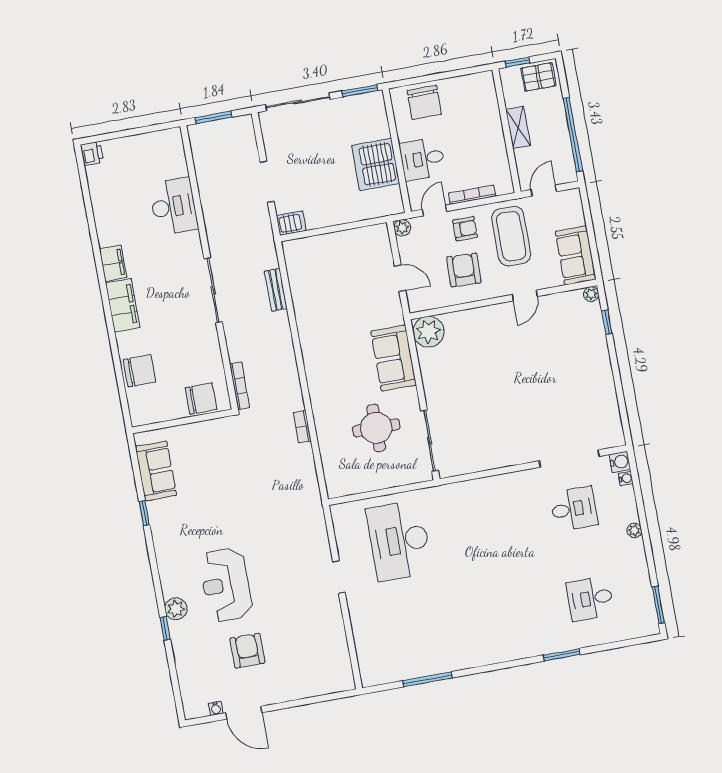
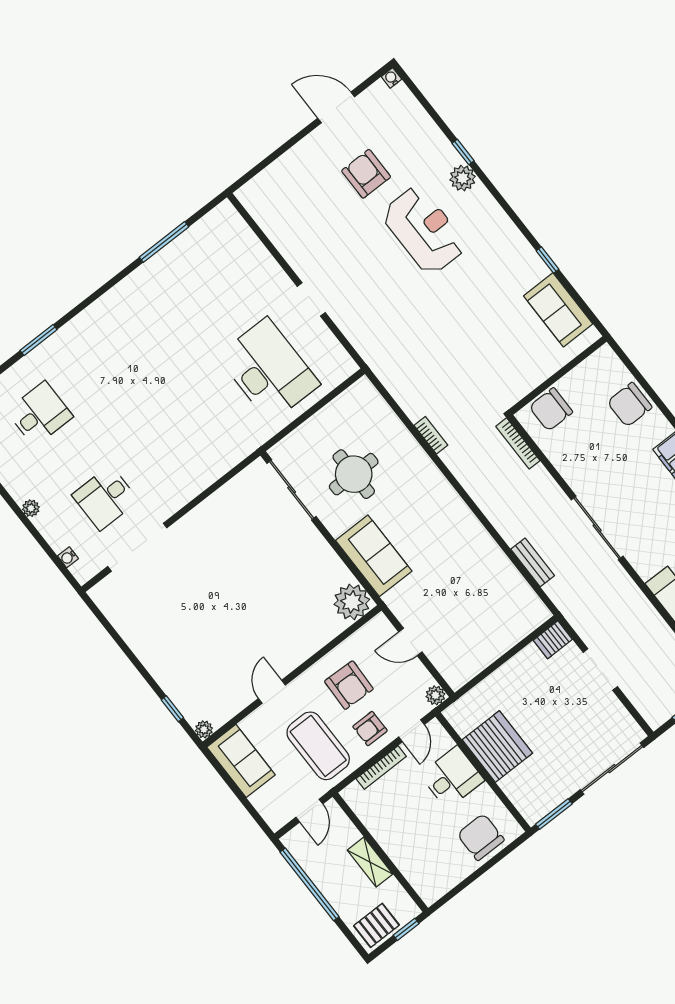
water cooler: (620, 462) -> (83, 571), removed
armchair: (247, 651) -> (366, 174), turned 180
water cooler: (216, 708) -> (391, 78), moved

